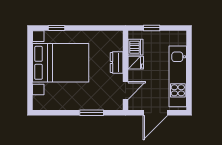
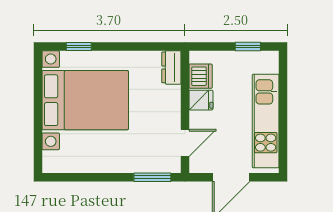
window: (152, 28) -> (248, 47), moved
dresser: (117, 62) -> (171, 67), moved
window: (92, 113) -> (152, 177), moved

